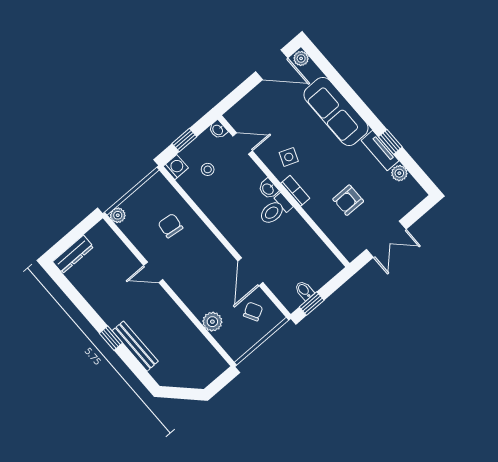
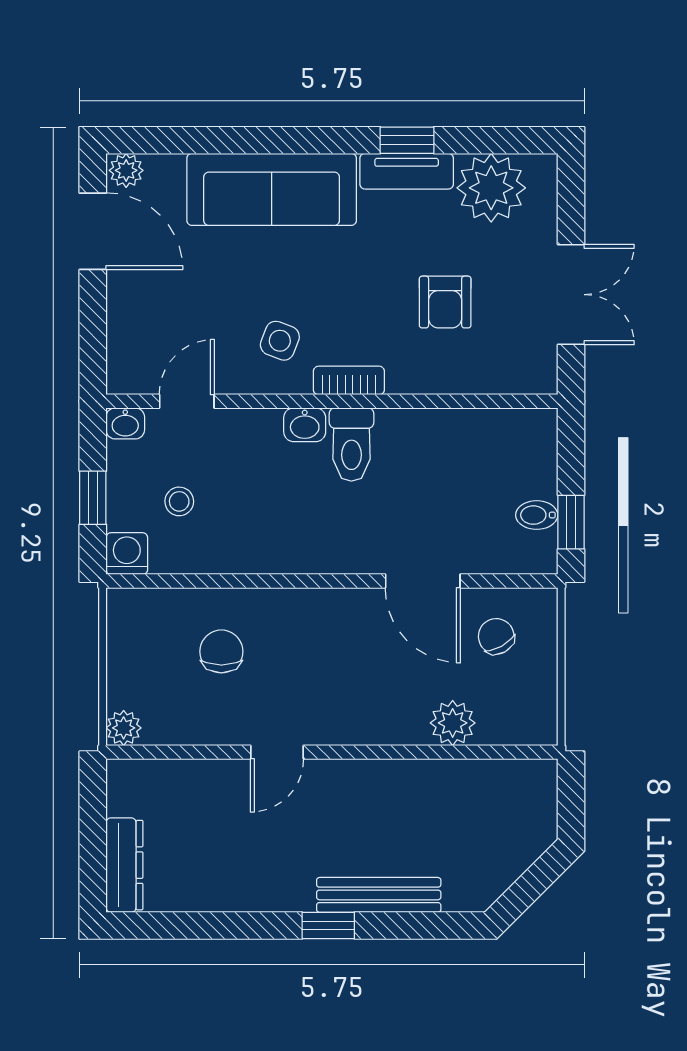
door: (272, 65) -> (93, 231), hinge flipped
plant: (399, 173) -> (491, 188), width x1.87, depth x1.87
chair: (170, 226) -> (221, 651), turned 83

